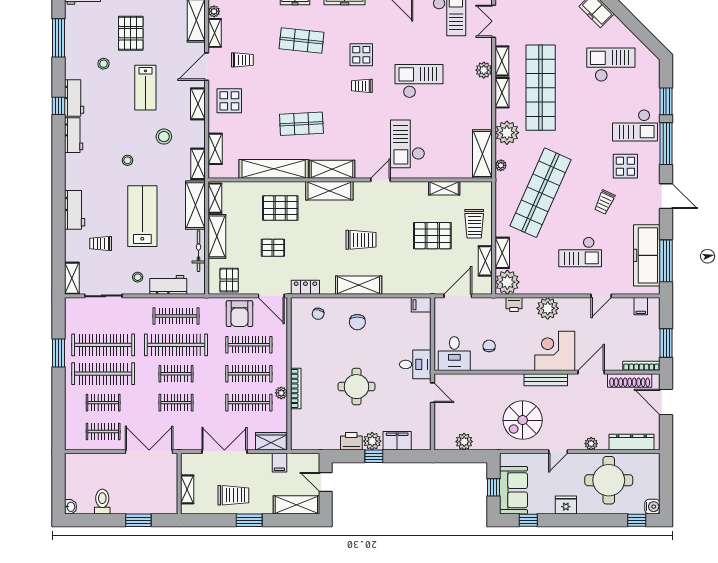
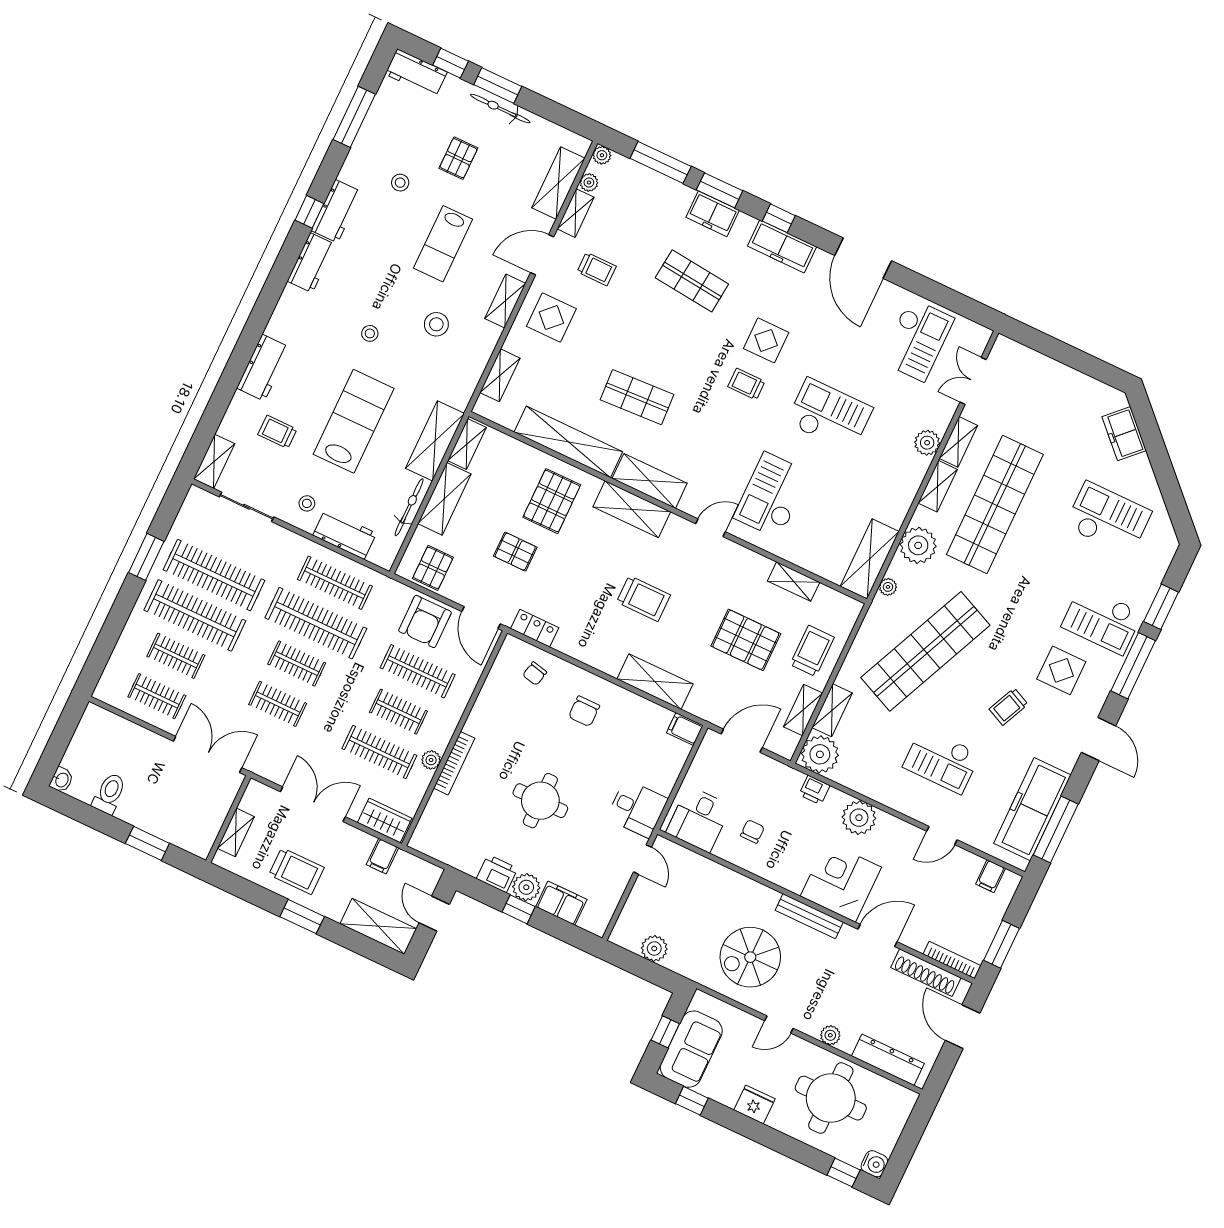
pallet: (131, 33) -> (458, 158), width x0.67, depth x0.71
shelving: (198, 164) -> (466, 385), removed
pallet: (280, 208) -> (552, 501), turned 90
trolley: (474, 224) -> (812, 651), turned 180
shelving: (359, 285) -> (655, 682), moved
clothes rail: (249, 374) -> (398, 712), width x0.73

